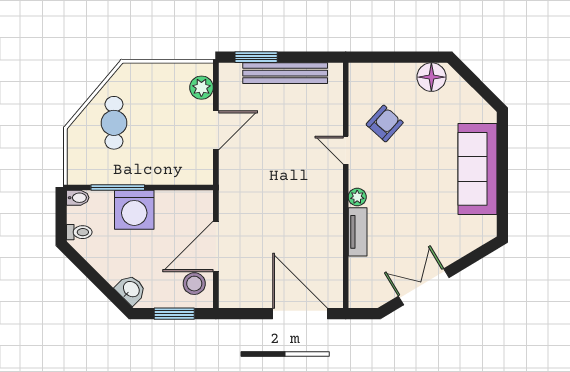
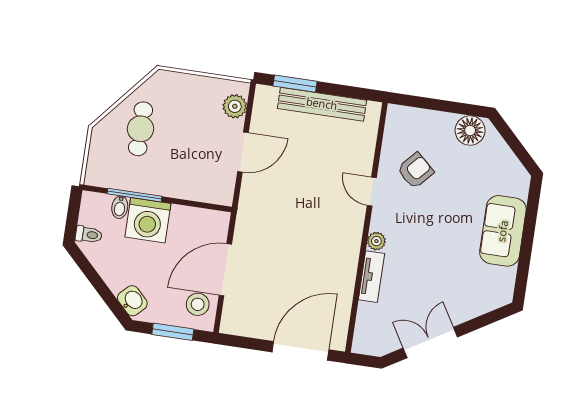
sofa: (478, 169) -> (503, 231), width x0.73
bidet: (78, 198) -> (120, 207), moved, turned 90
door: (300, 314) -> (301, 351), hinge flipped

